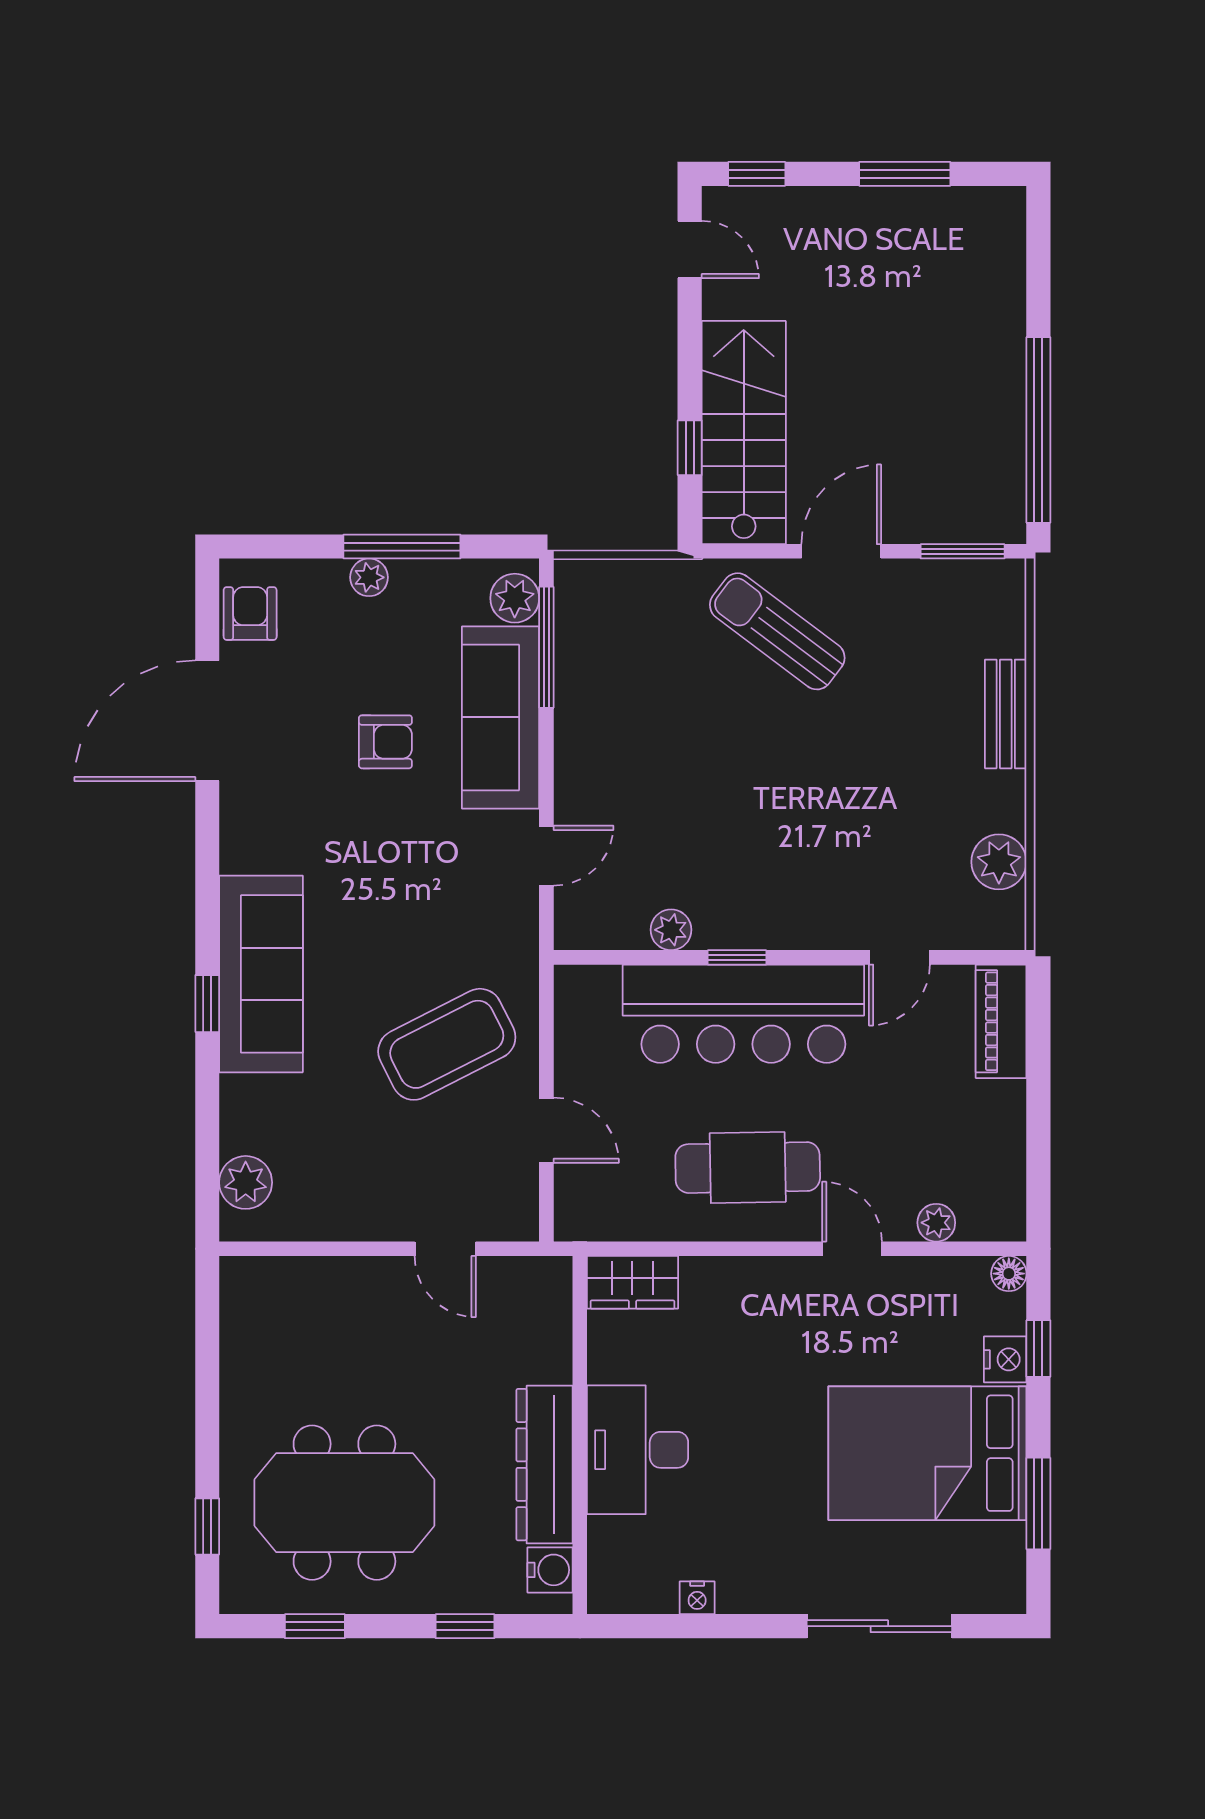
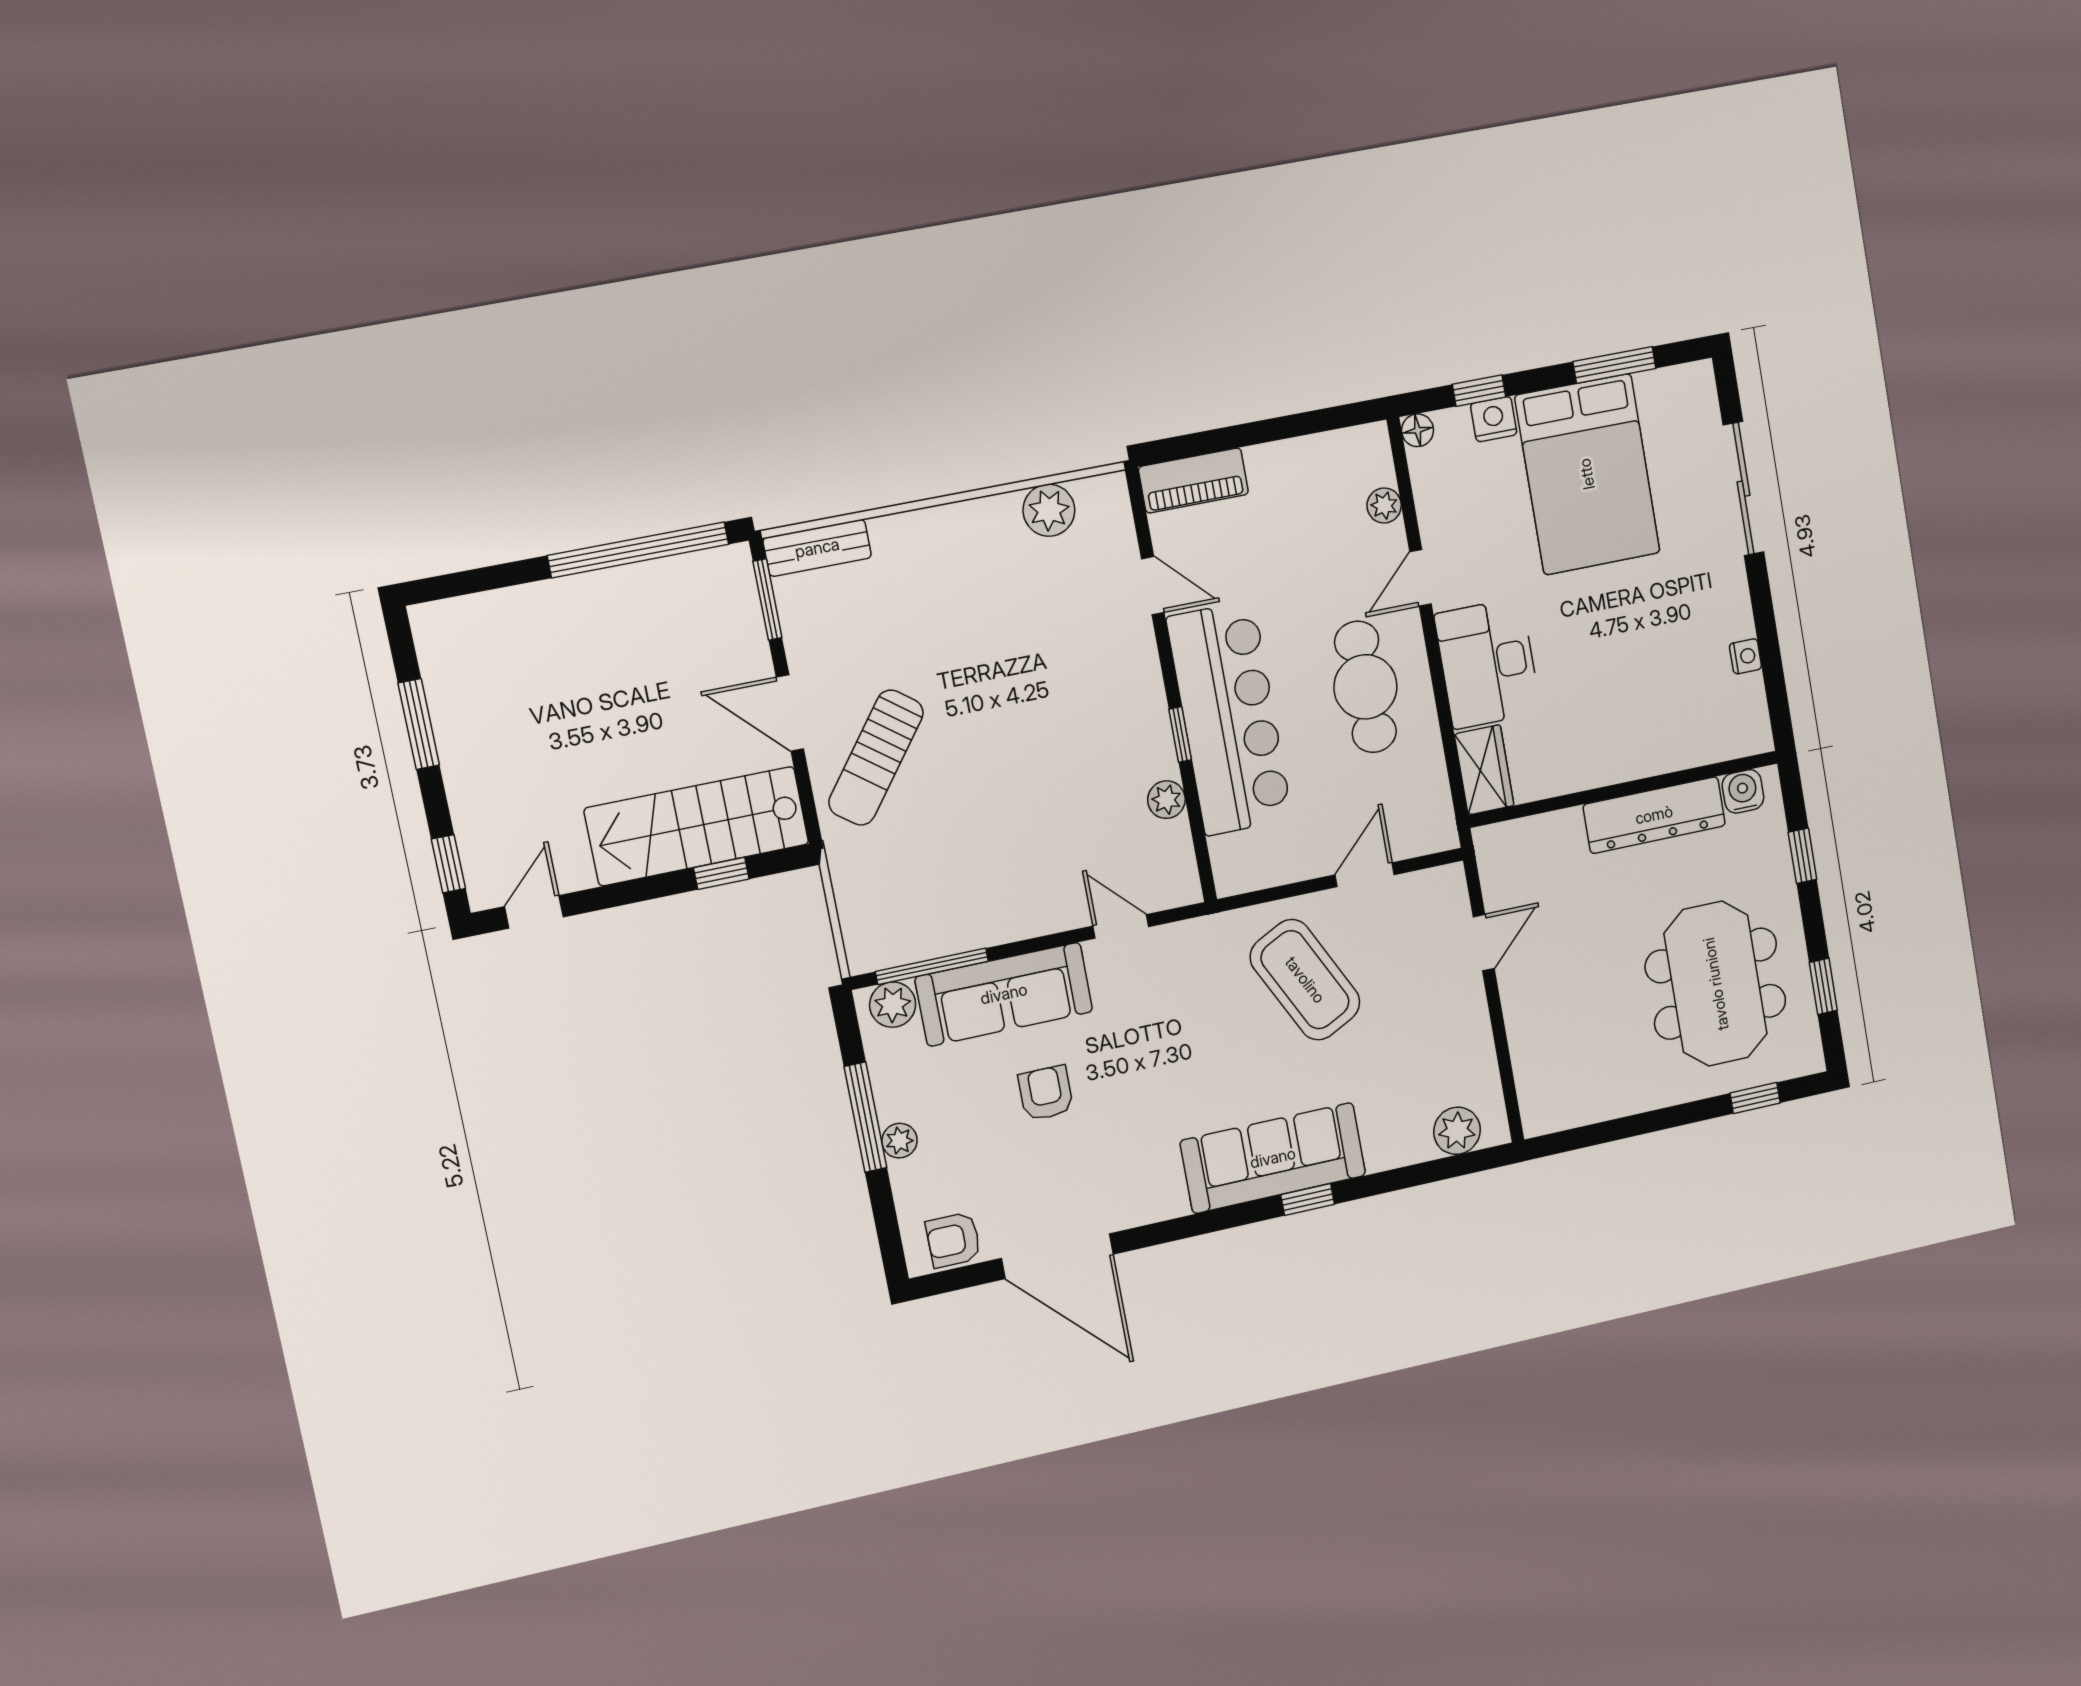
bench: (1006, 714) -> (817, 548), moved
desk: (638, 1450) -> (1488, 663), moved, turned 90

